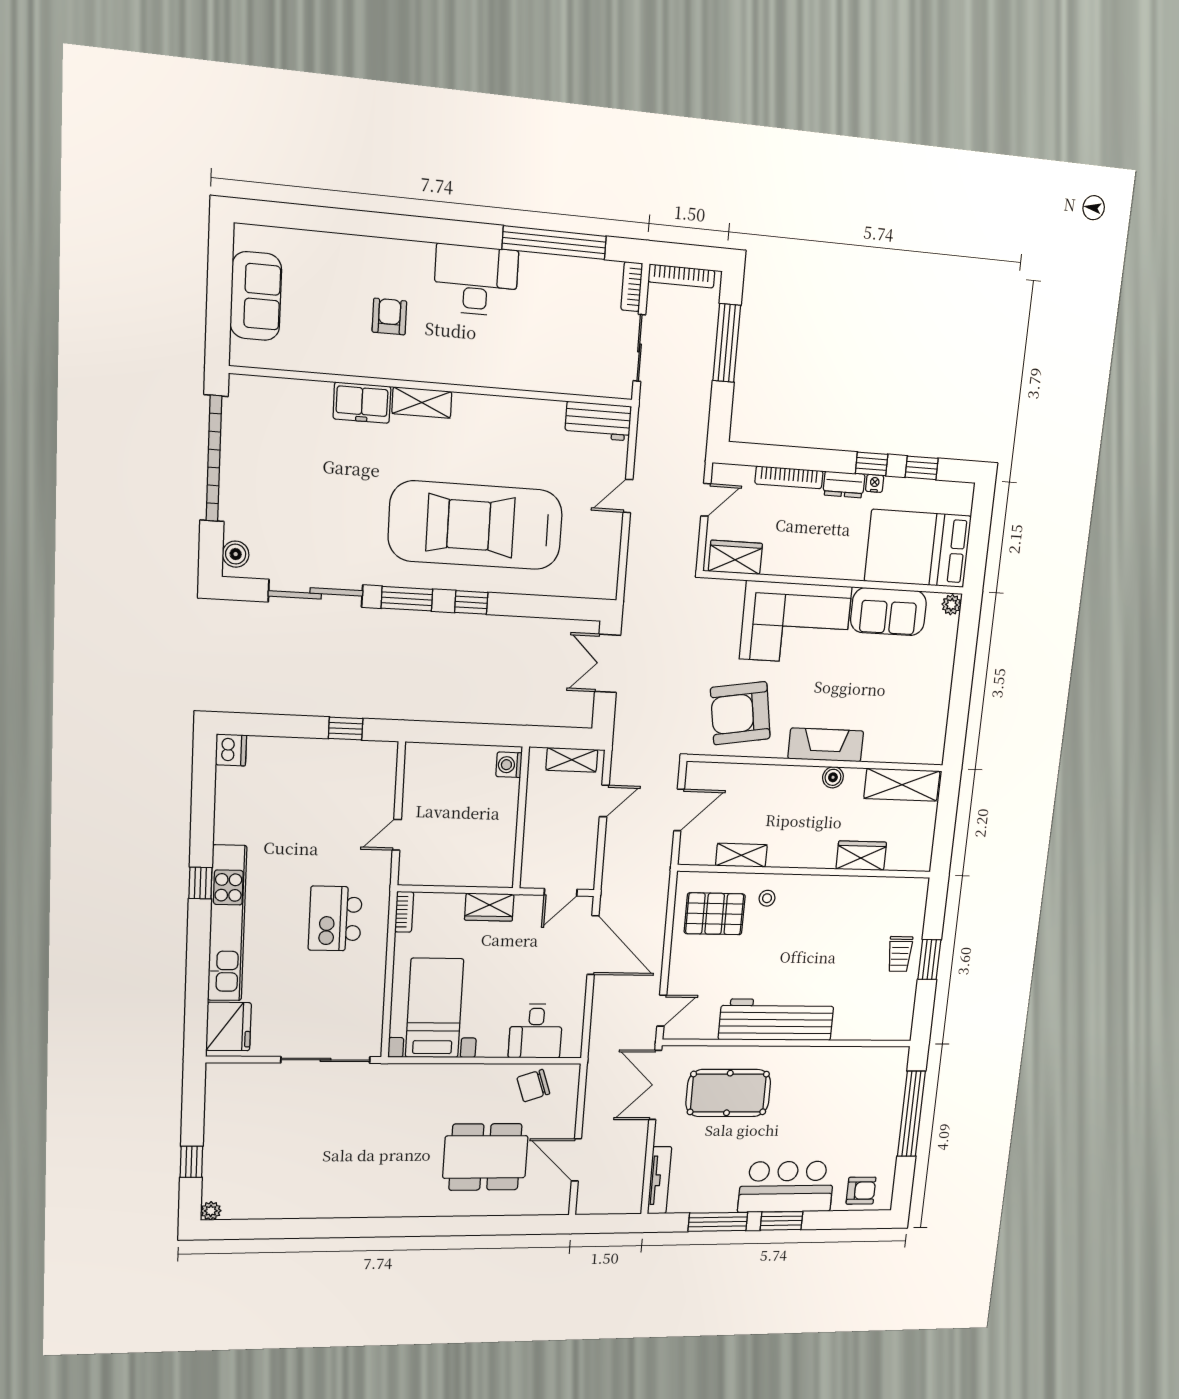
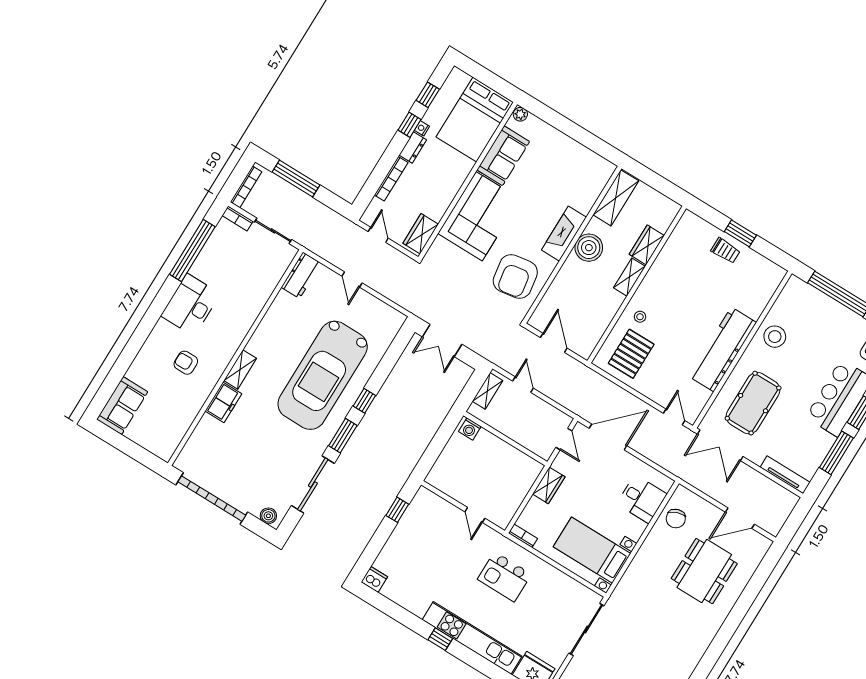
sofa: (256, 296) -> (122, 406), moved, turned 90
boiler: (833, 777) -> (589, 248), width x1.86, depth x1.86
shelving: (741, 855) -> (629, 277), moved
stool: (823, 1071) -> (775, 337), added

